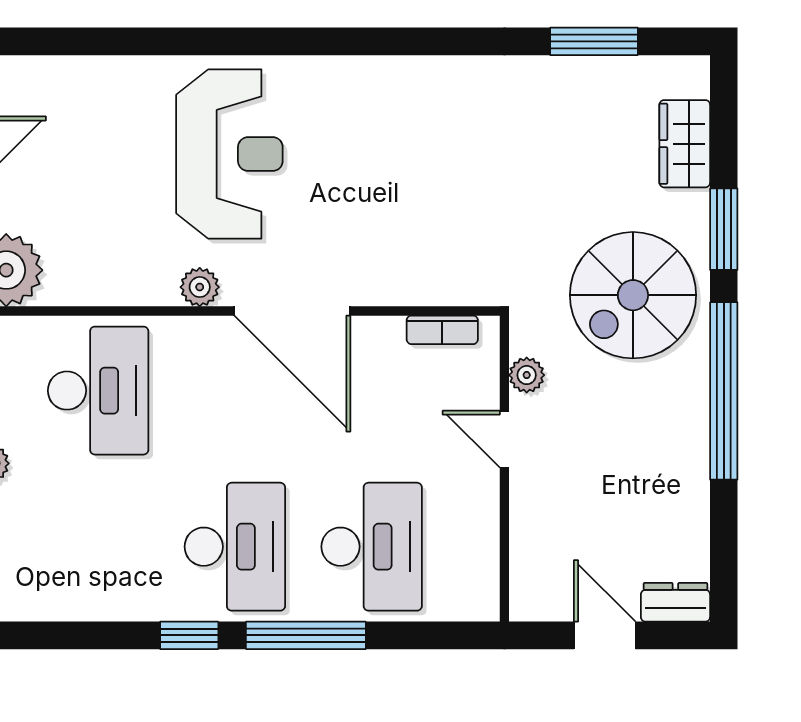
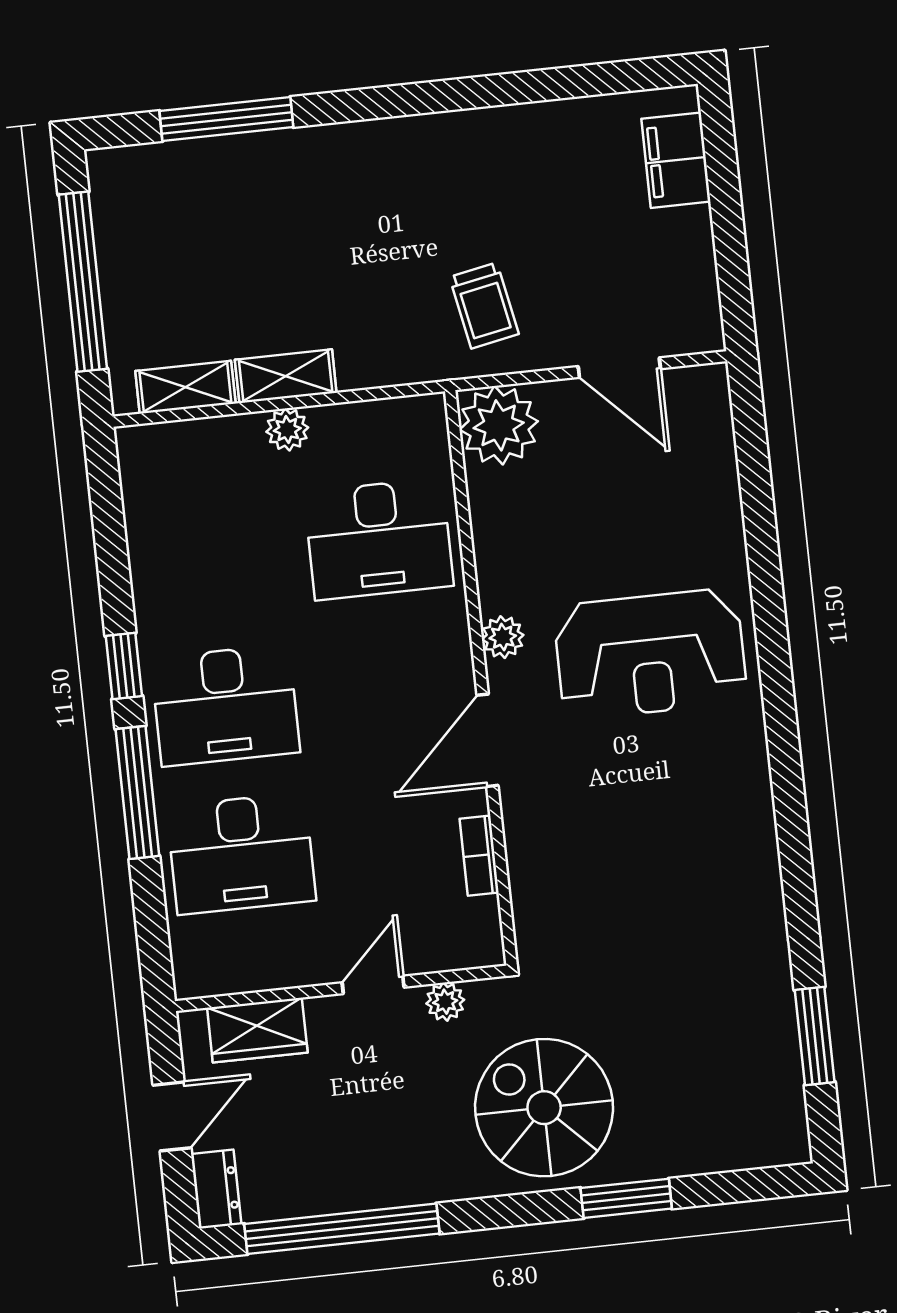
wardrobe: (685, 144) -> (257, 1030), moved, turned 180
door: (292, 311) -> (487, 740), width x0.73
bookcase: (442, 330) -> (479, 856), moved
window: (724, 391) -> (342, 1229), moved

